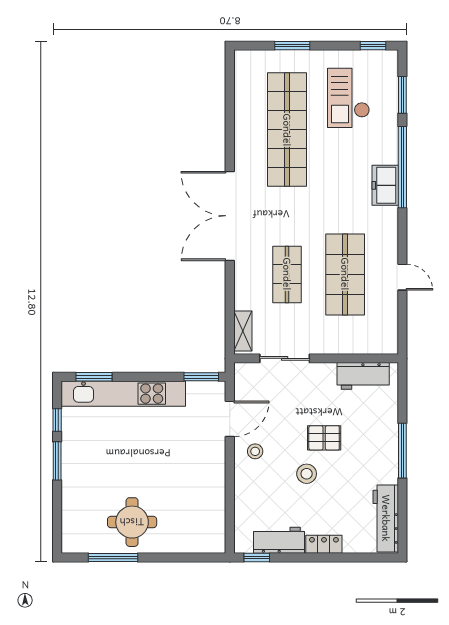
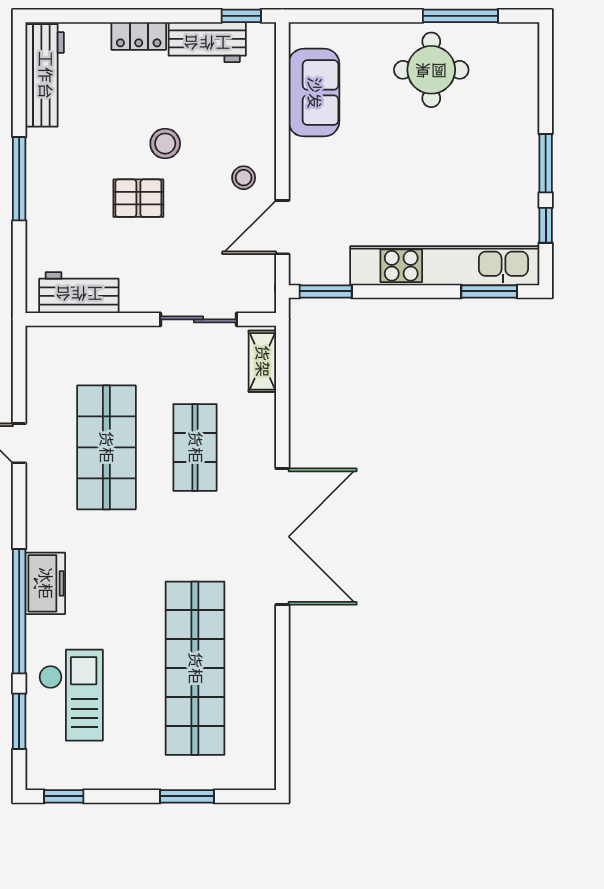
checkout: (348, 98) -> (71, 695), moved
sofa: (209, 507) -> (314, 93), added

